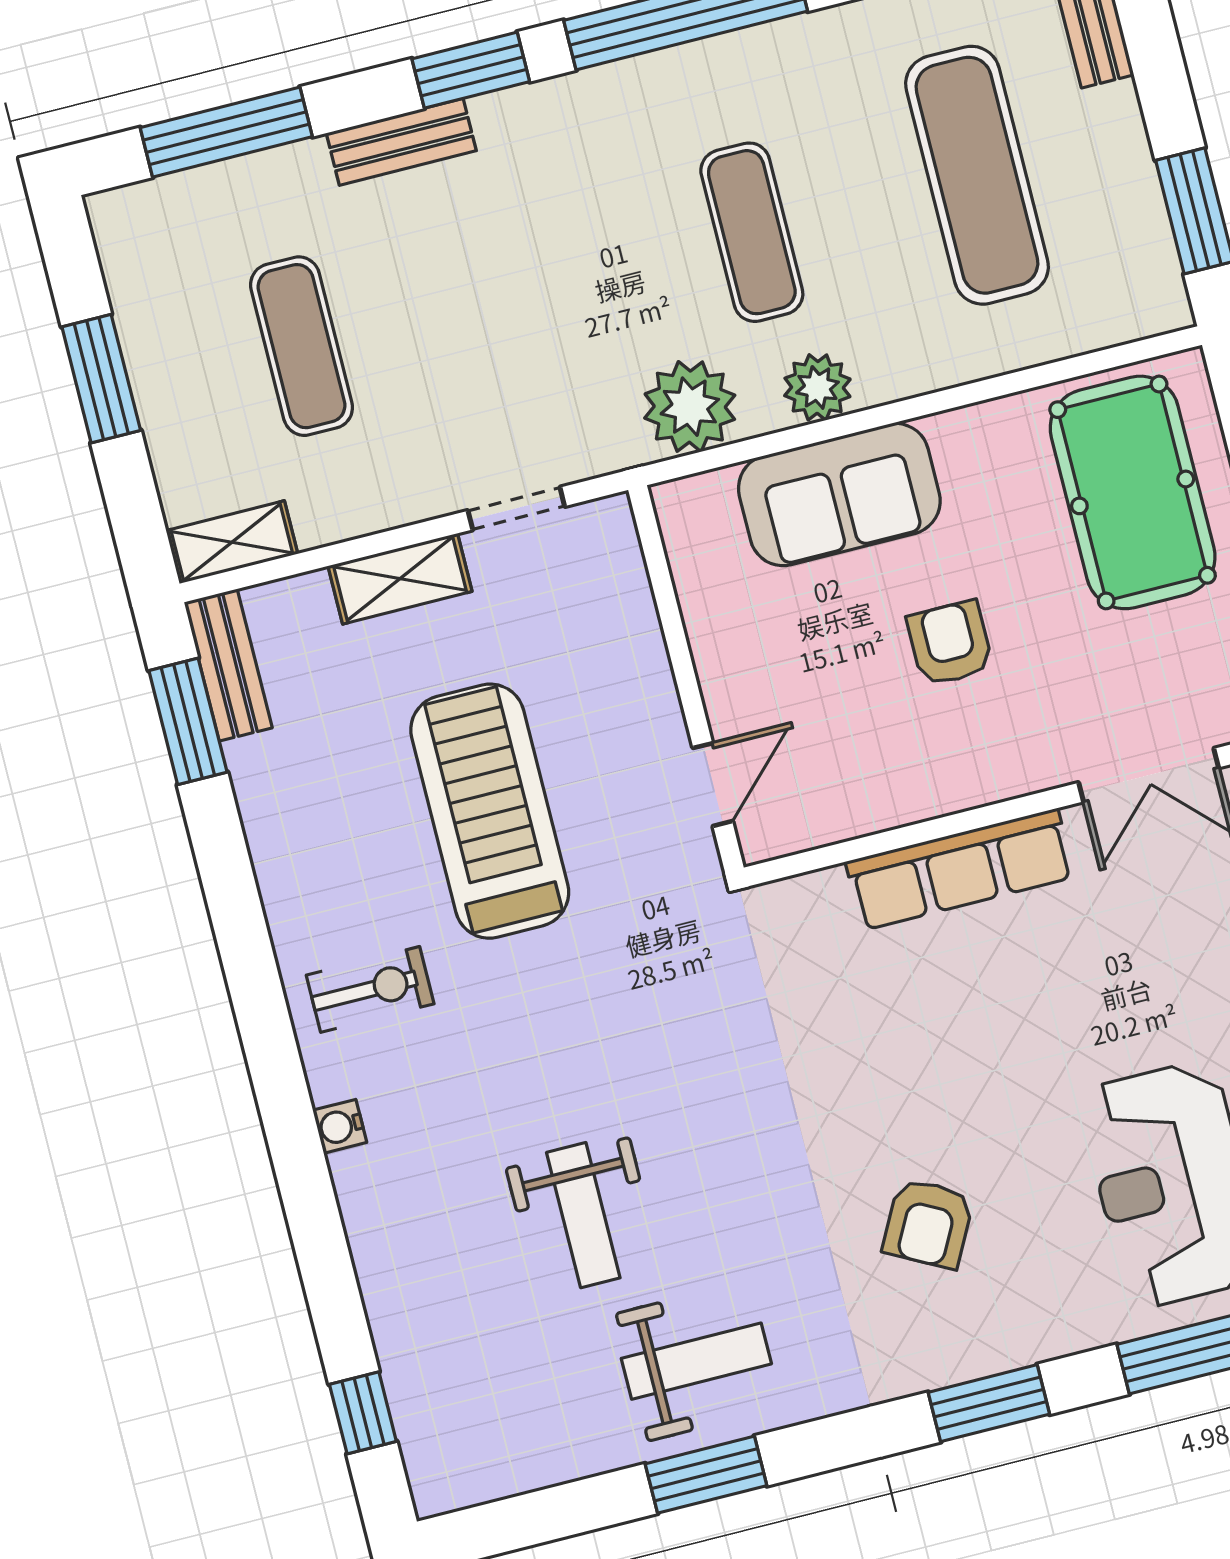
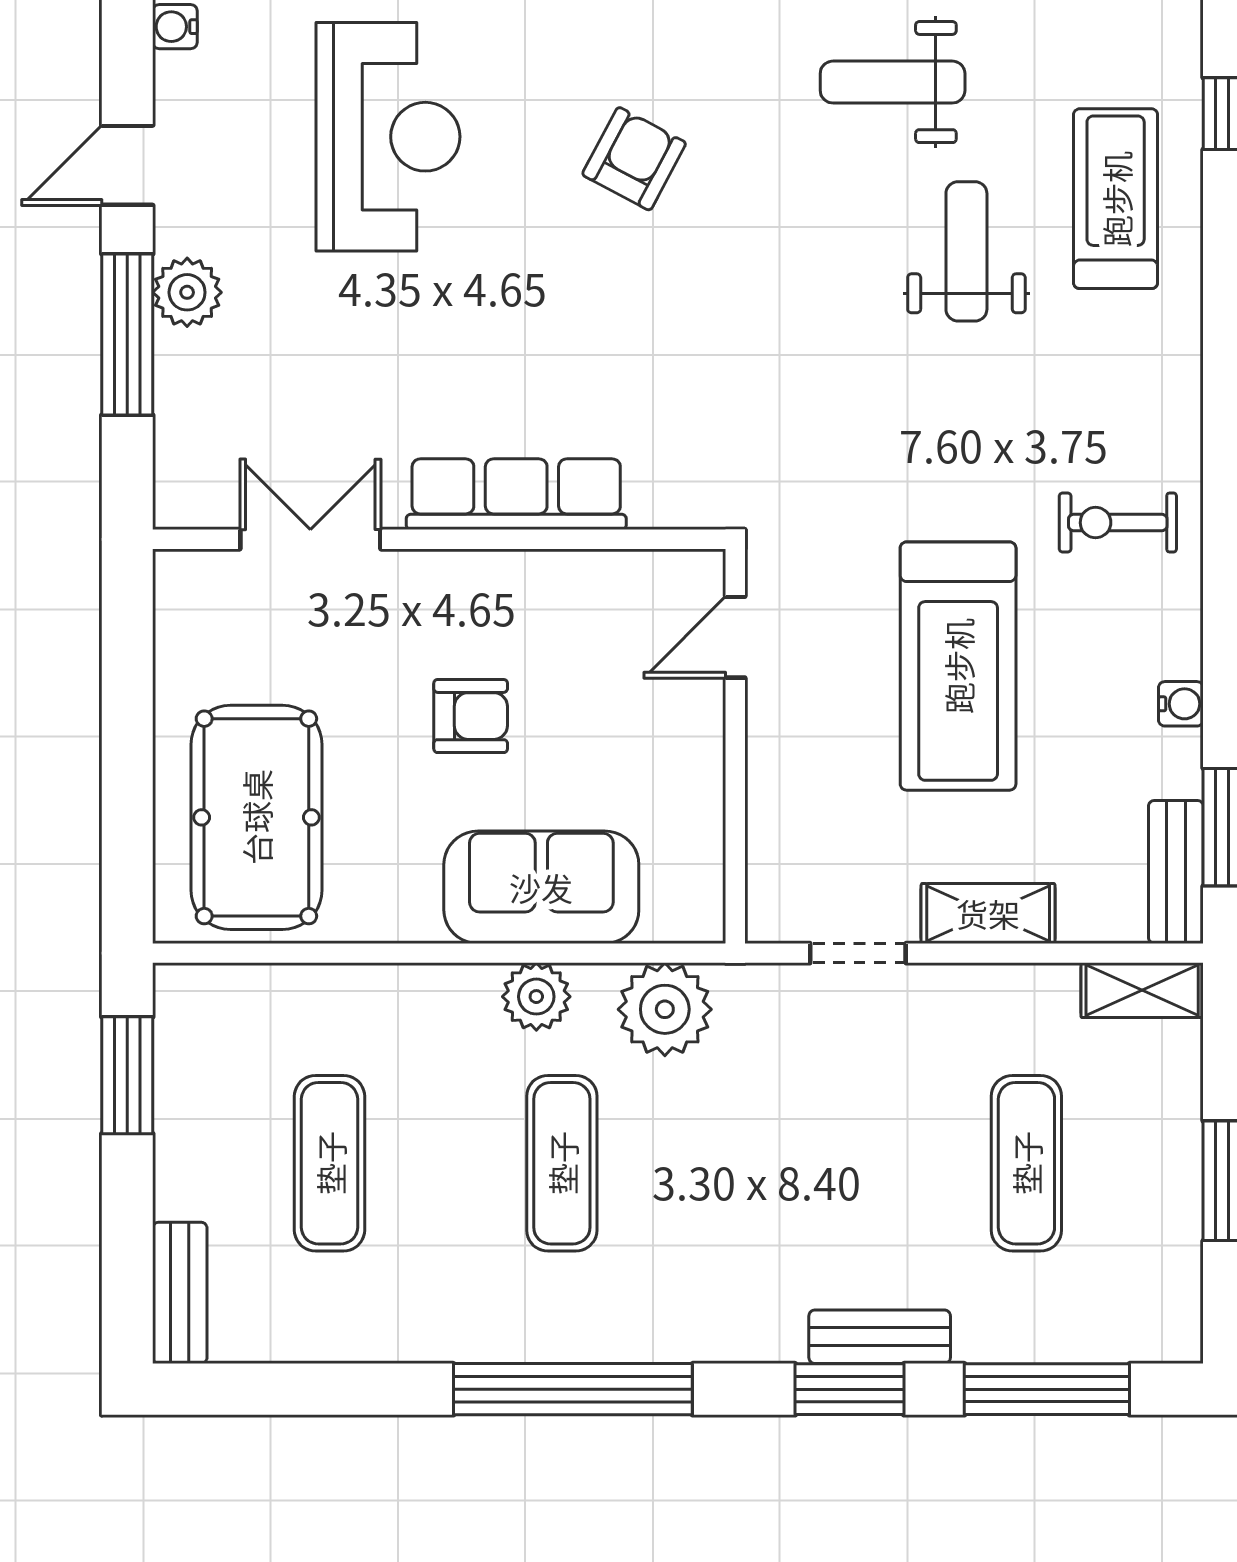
window: (471, 70) -> (849, 1389), moved
exercise mat: (977, 175) -> (330, 1163), width x0.73, depth x0.69
armchair: (950, 643) -> (471, 716), turned -90
water cooler: (340, 1126) -> (1181, 704), moved
treadmill: (452, 1303) -> (1116, 199), added

